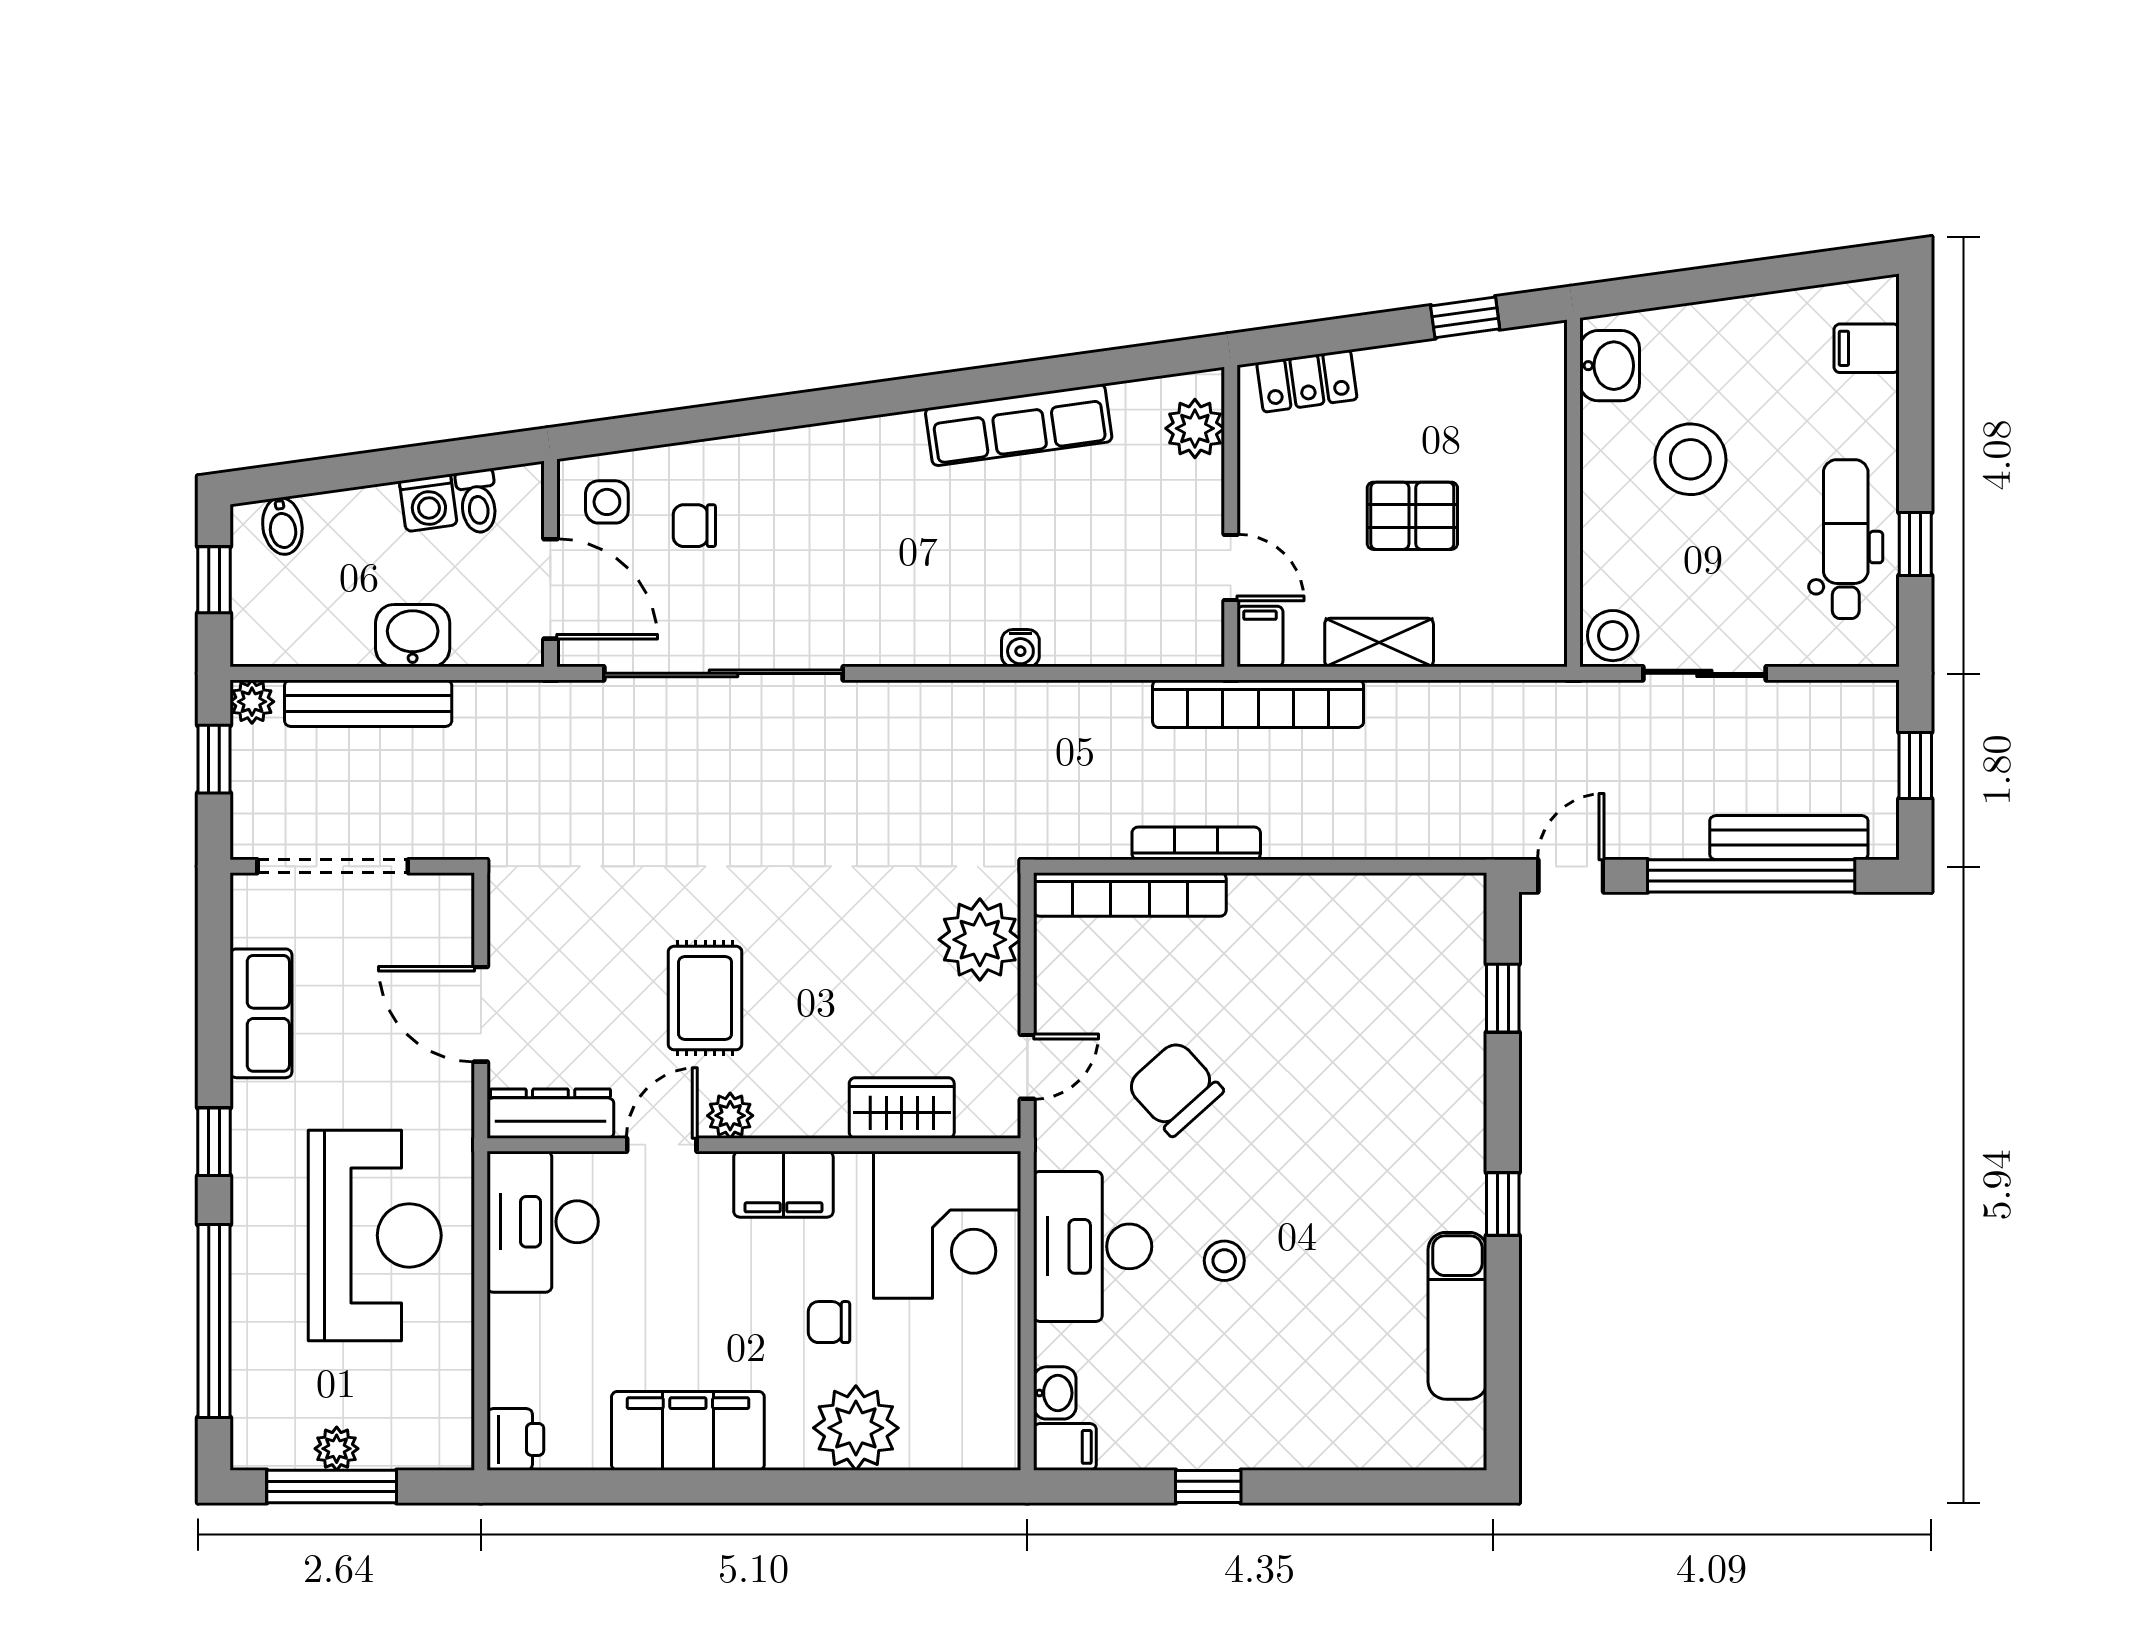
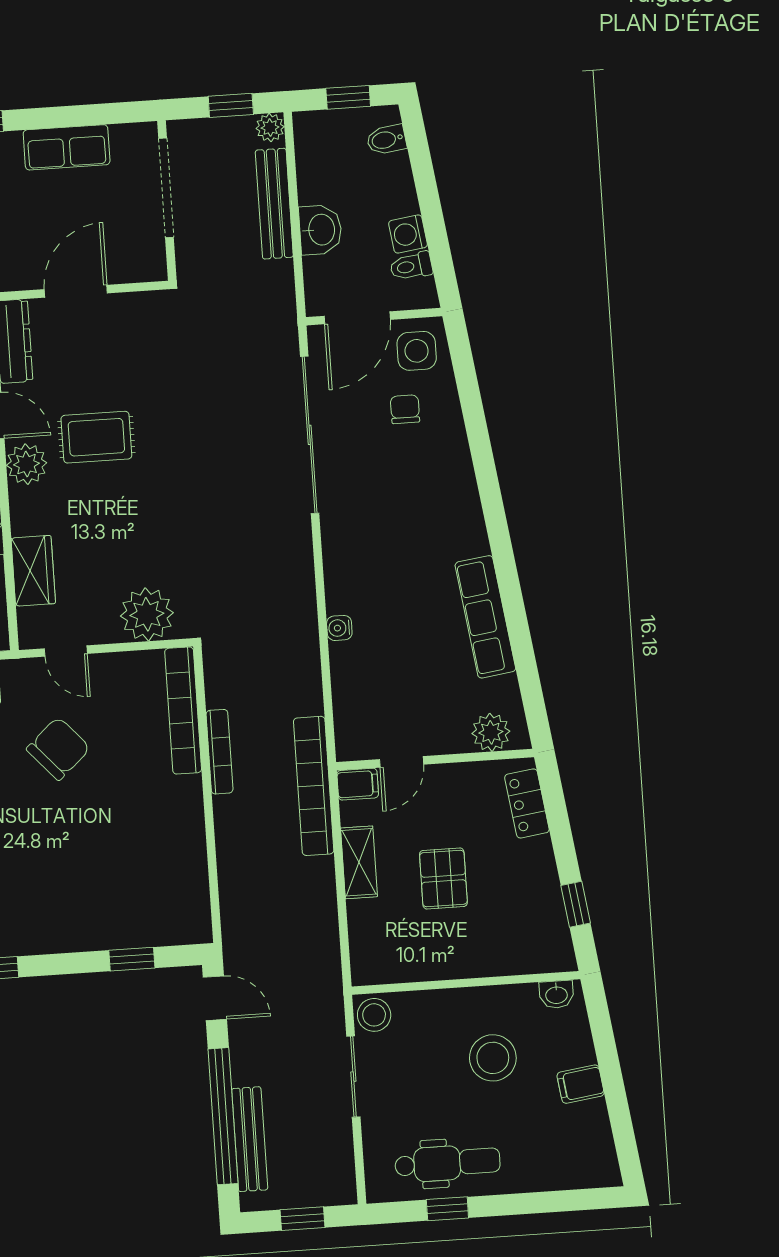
filing cabinet: (1867, 348) -> (581, 1084), moved, turned -98
washbasin: (1610, 366) -> (556, 994), width x0.72, depth x0.69
side table: (607, 502) -> (417, 351), width x1.37, depth x1.37
plant: (730, 1116) -> (27, 464), width x1.38, depth x1.38

